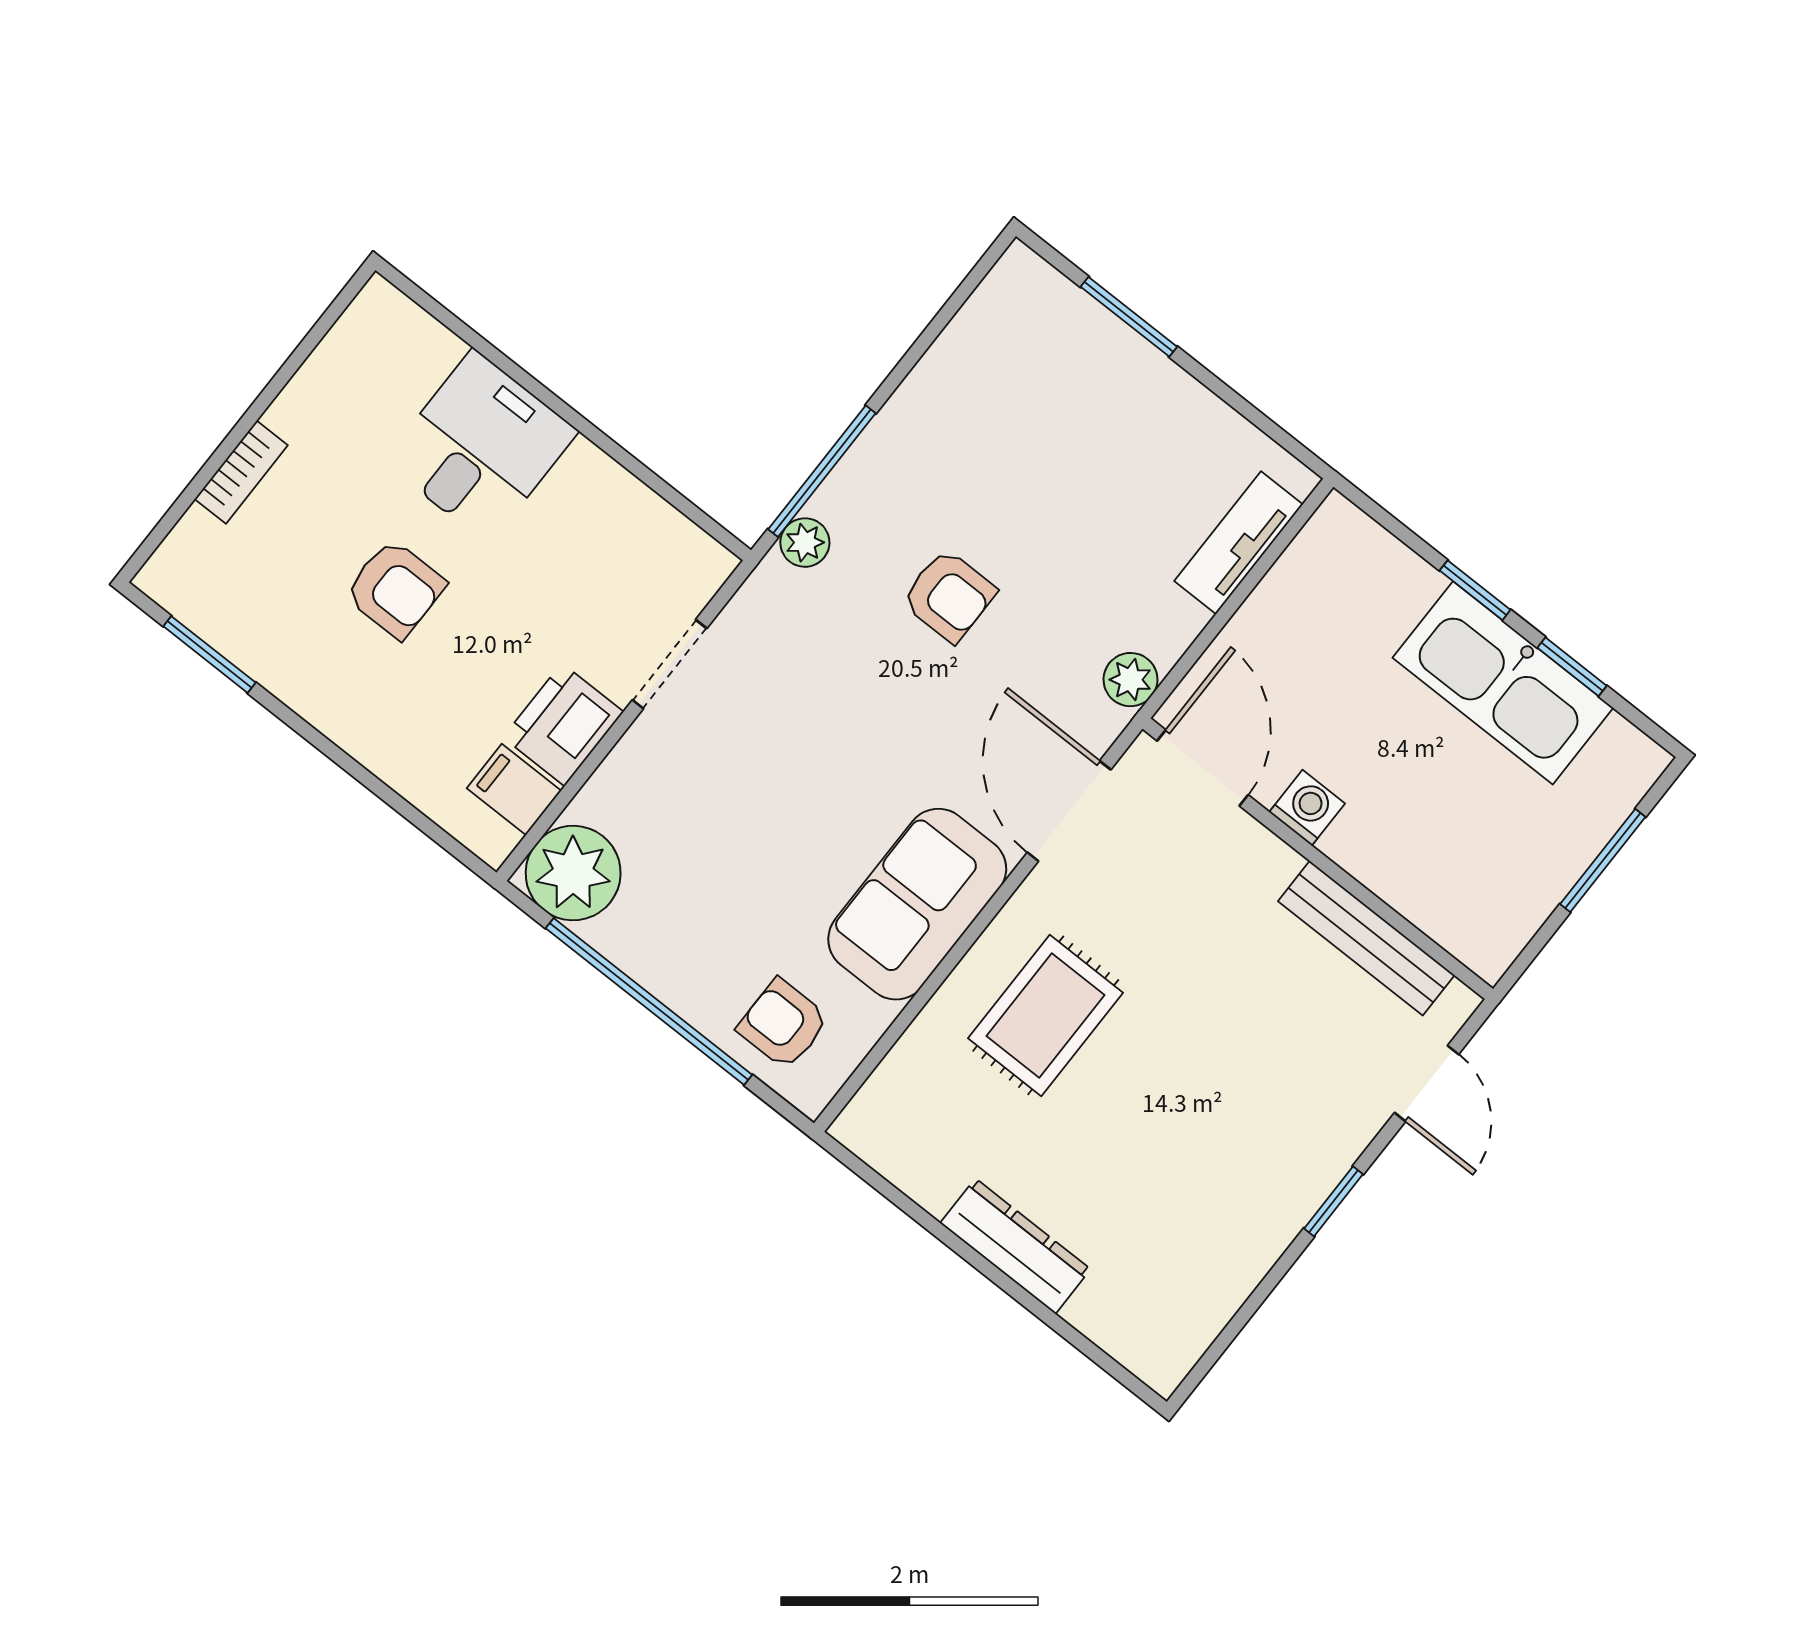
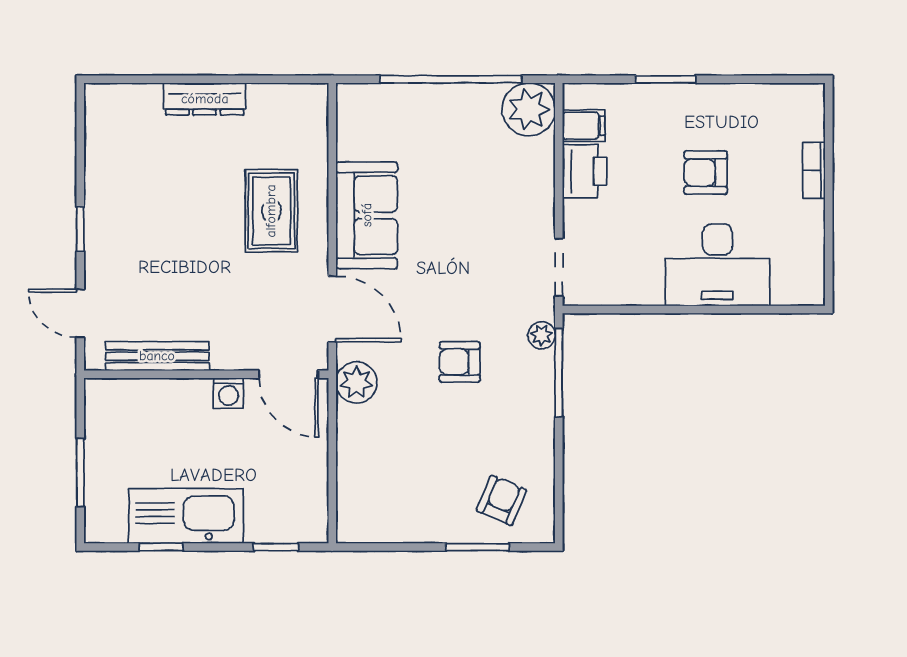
desk: (481, 447) -> (717, 265), width x1.37
tv unit: (1239, 543) -> (351, 486), removed
window: (1475, 590) -> (276, 547), moved
window: (209, 654) -> (666, 79), moved
doorway: (670, 664) -> (559, 267), moved
plant: (1130, 680) -> (356, 382), width x1.38, depth x1.38
armchair: (783, 1024) -> (502, 500), moved, turned -67

